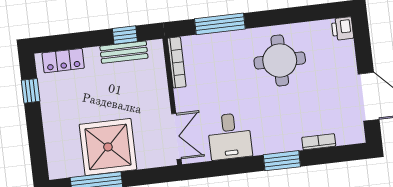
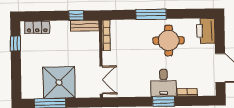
window: (220, 24) -> (151, 14), moved
printer: (342, 29) -> (206, 31), width x1.87, depth x1.48
bench: (124, 52) -> (85, 26), moved
desk: (230, 136) -> (163, 83), moved

